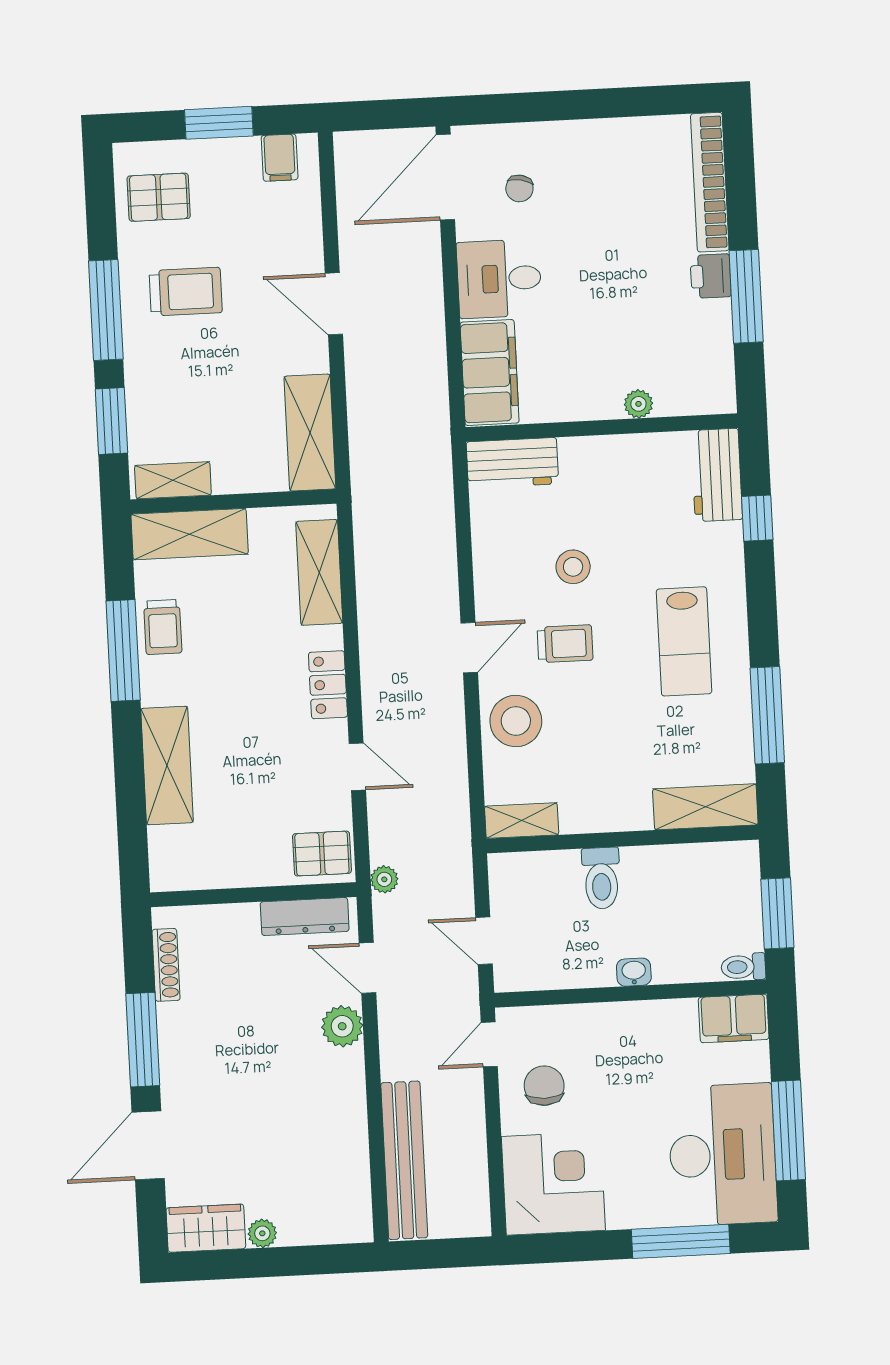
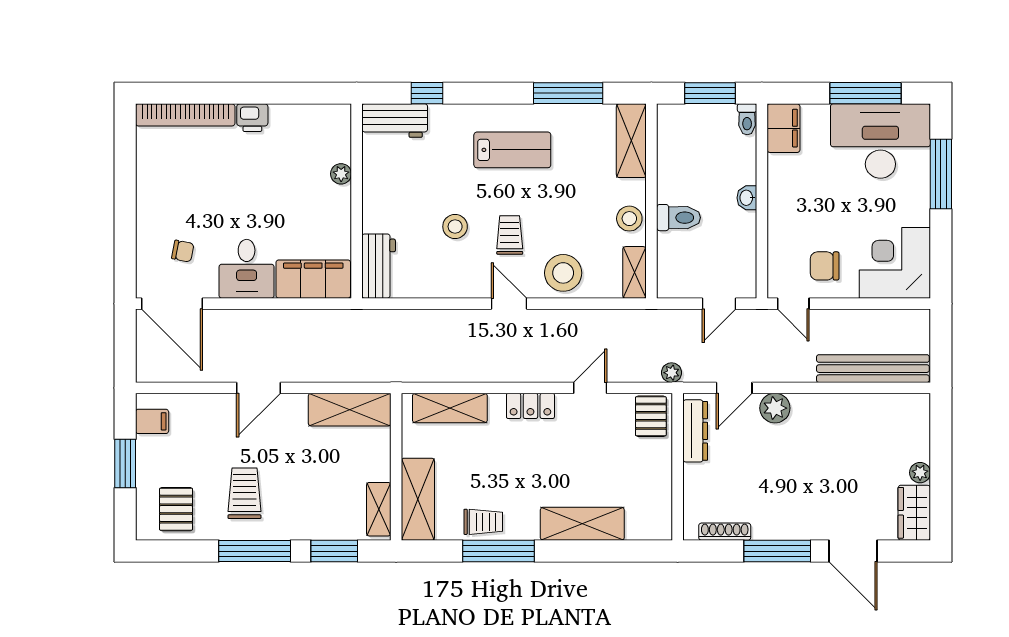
window: (746, 296) -> (268, 93), removed
stool: (596, 810) -> (629, 219), added

